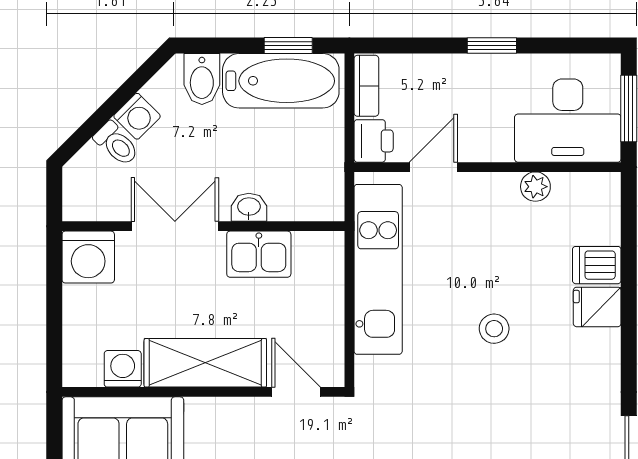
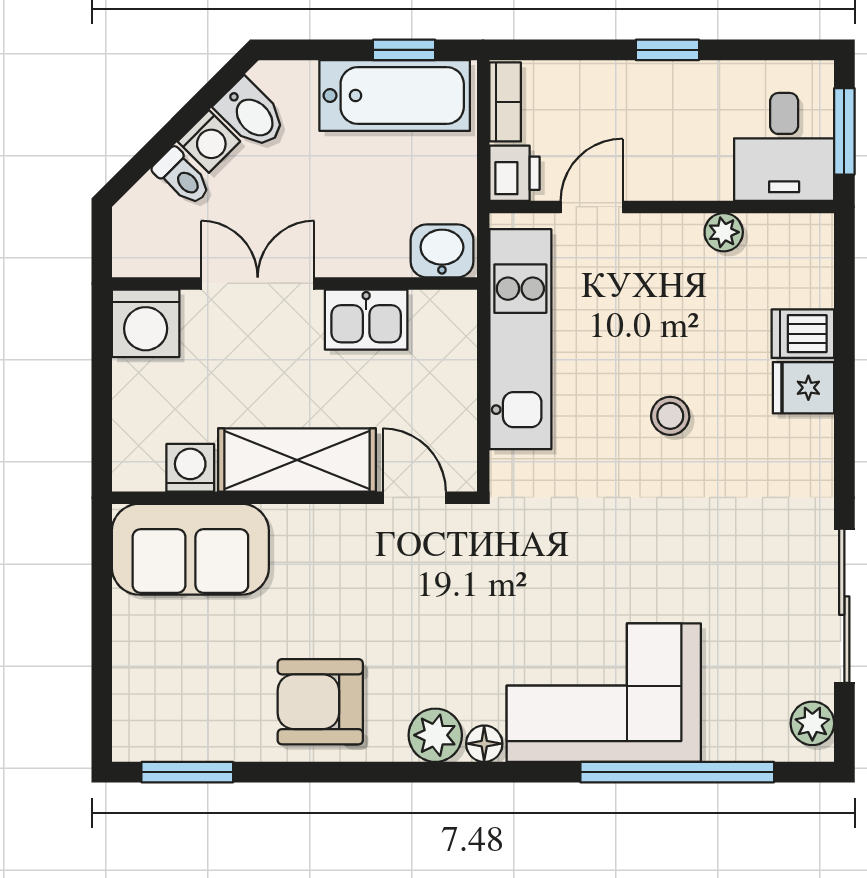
bidet: (202, 79) -> (251, 114), moved, turned -45
desk: (568, 121) -> (784, 147), width x0.73
washbasin: (249, 207) -> (442, 251), moved, width x1.38, depth x1.45

